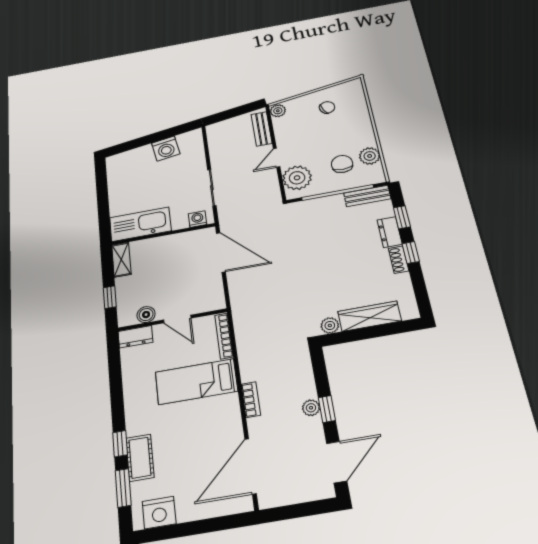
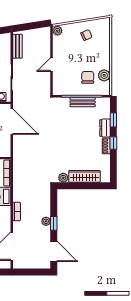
bench: (261, 129) -> (17, 46), moved
plant: (297, 178) -> (61, 81), removed
bench: (367, 196) -> (83, 102), moved
door: (337, 462) -> (54, 251), hinge flipped

